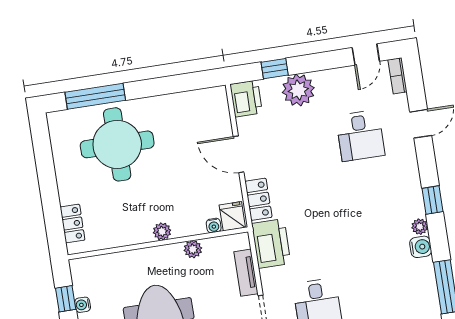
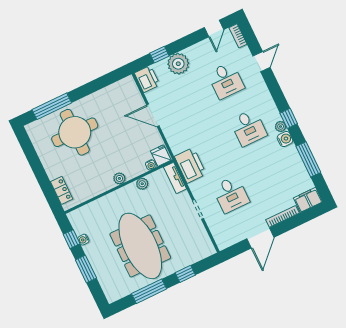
locker: (258, 199) -> (174, 140), removed
window: (432, 200) -> (289, 118), moved
desk: (372, 214) -> (249, 128), added
tv unit: (246, 273) -> (175, 178), moved

